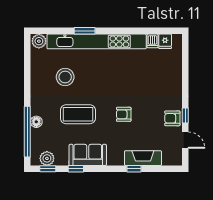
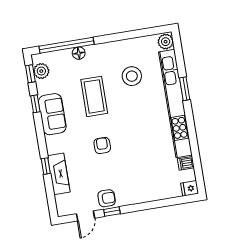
fridge: (165, 41) -> (190, 188), moved
armchair: (172, 118) -> (107, 198), turned 90

